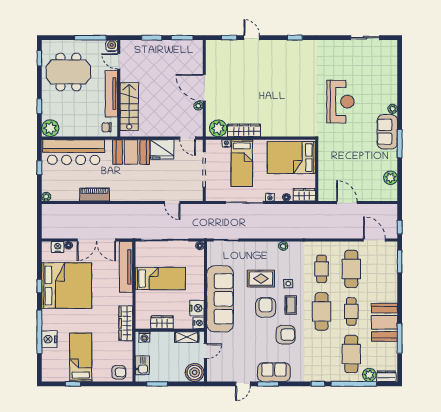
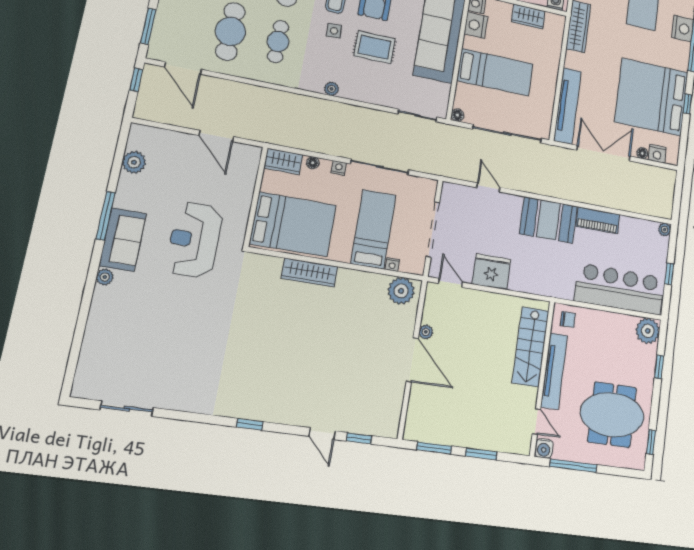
reception desk: (340, 102) -> (194, 240), moved
wardrobe: (244, 130) -> (309, 272), moved
booth: (131, 152) -> (548, 220), moved
bed: (160, 278) -> (495, 72), moved, turned 180

